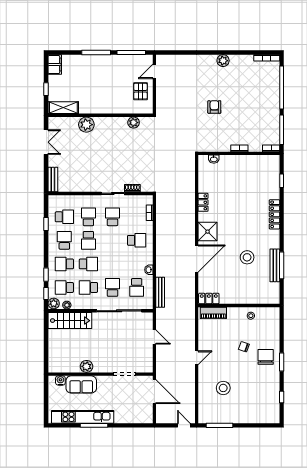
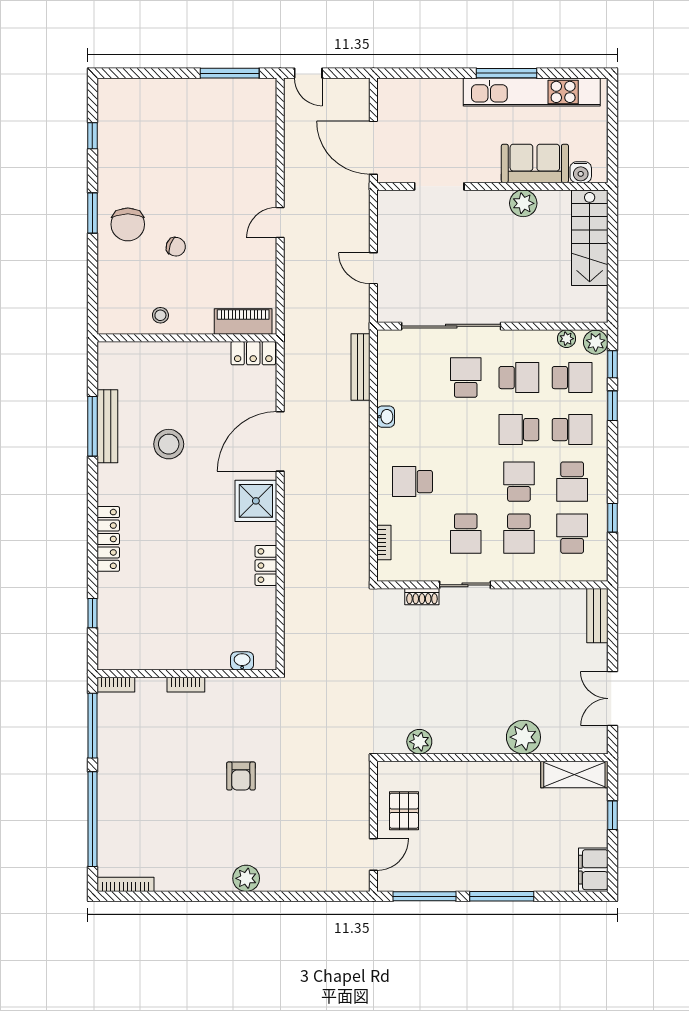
plant: (223, 61) -> (246, 878), moved
school desk: (64, 217) -> (572, 534), turned 90
school desk: (113, 287) -> (466, 378), turned 180
school desk: (137, 287) -> (413, 378), removed
stairs: (70, 321) -> (590, 238), moved, turned -90
stool: (223, 388) -> (221, 156), removed

